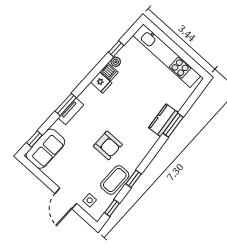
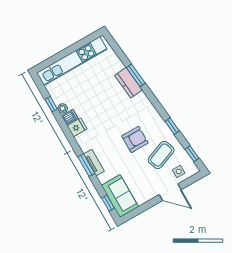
coffee table: (115, 180) -> (161, 155), moved, turned 69

